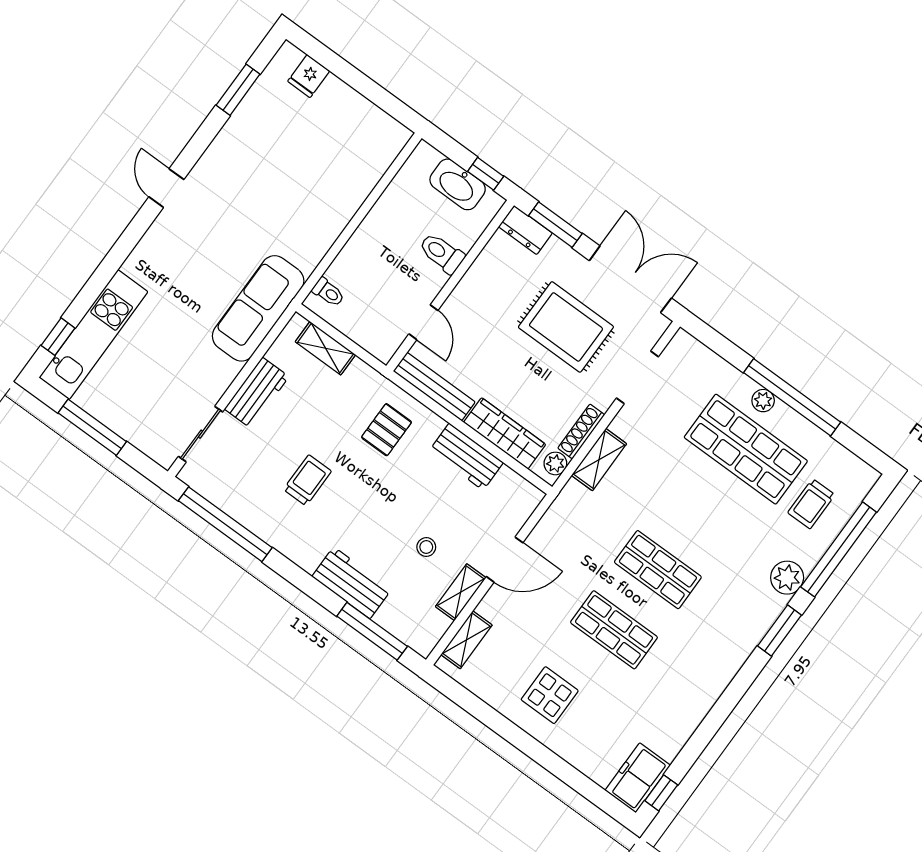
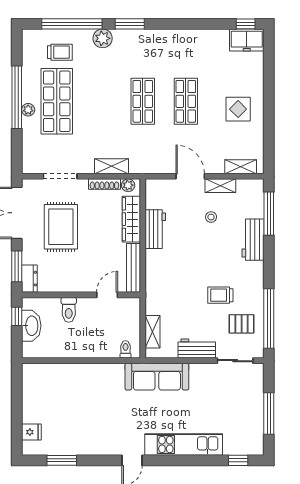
kitchen unit: (93, 335) -> (184, 444), moved
pallet: (386, 430) -> (242, 324), moved

